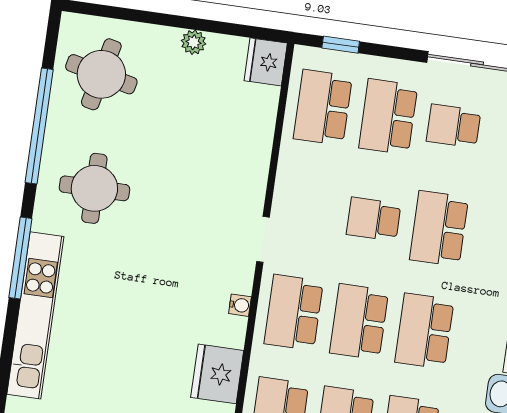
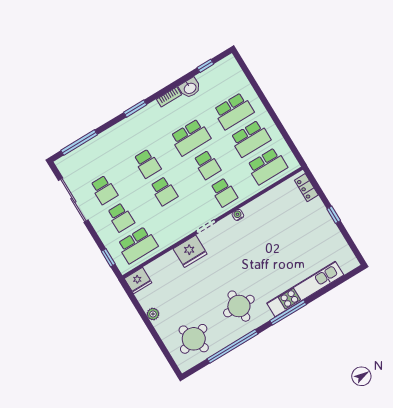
round table: (101, 74) -> (194, 339), turned -31
school desk: (388, 117) -> (121, 217), width x0.54
school desk: (439, 228) -> (147, 164), width x0.54
school desk: (294, 312) -> (224, 192), width x0.54
school desk: (359, 322) -> (207, 165), width x0.54
fridge: (217, 374) -> (190, 251), moved

